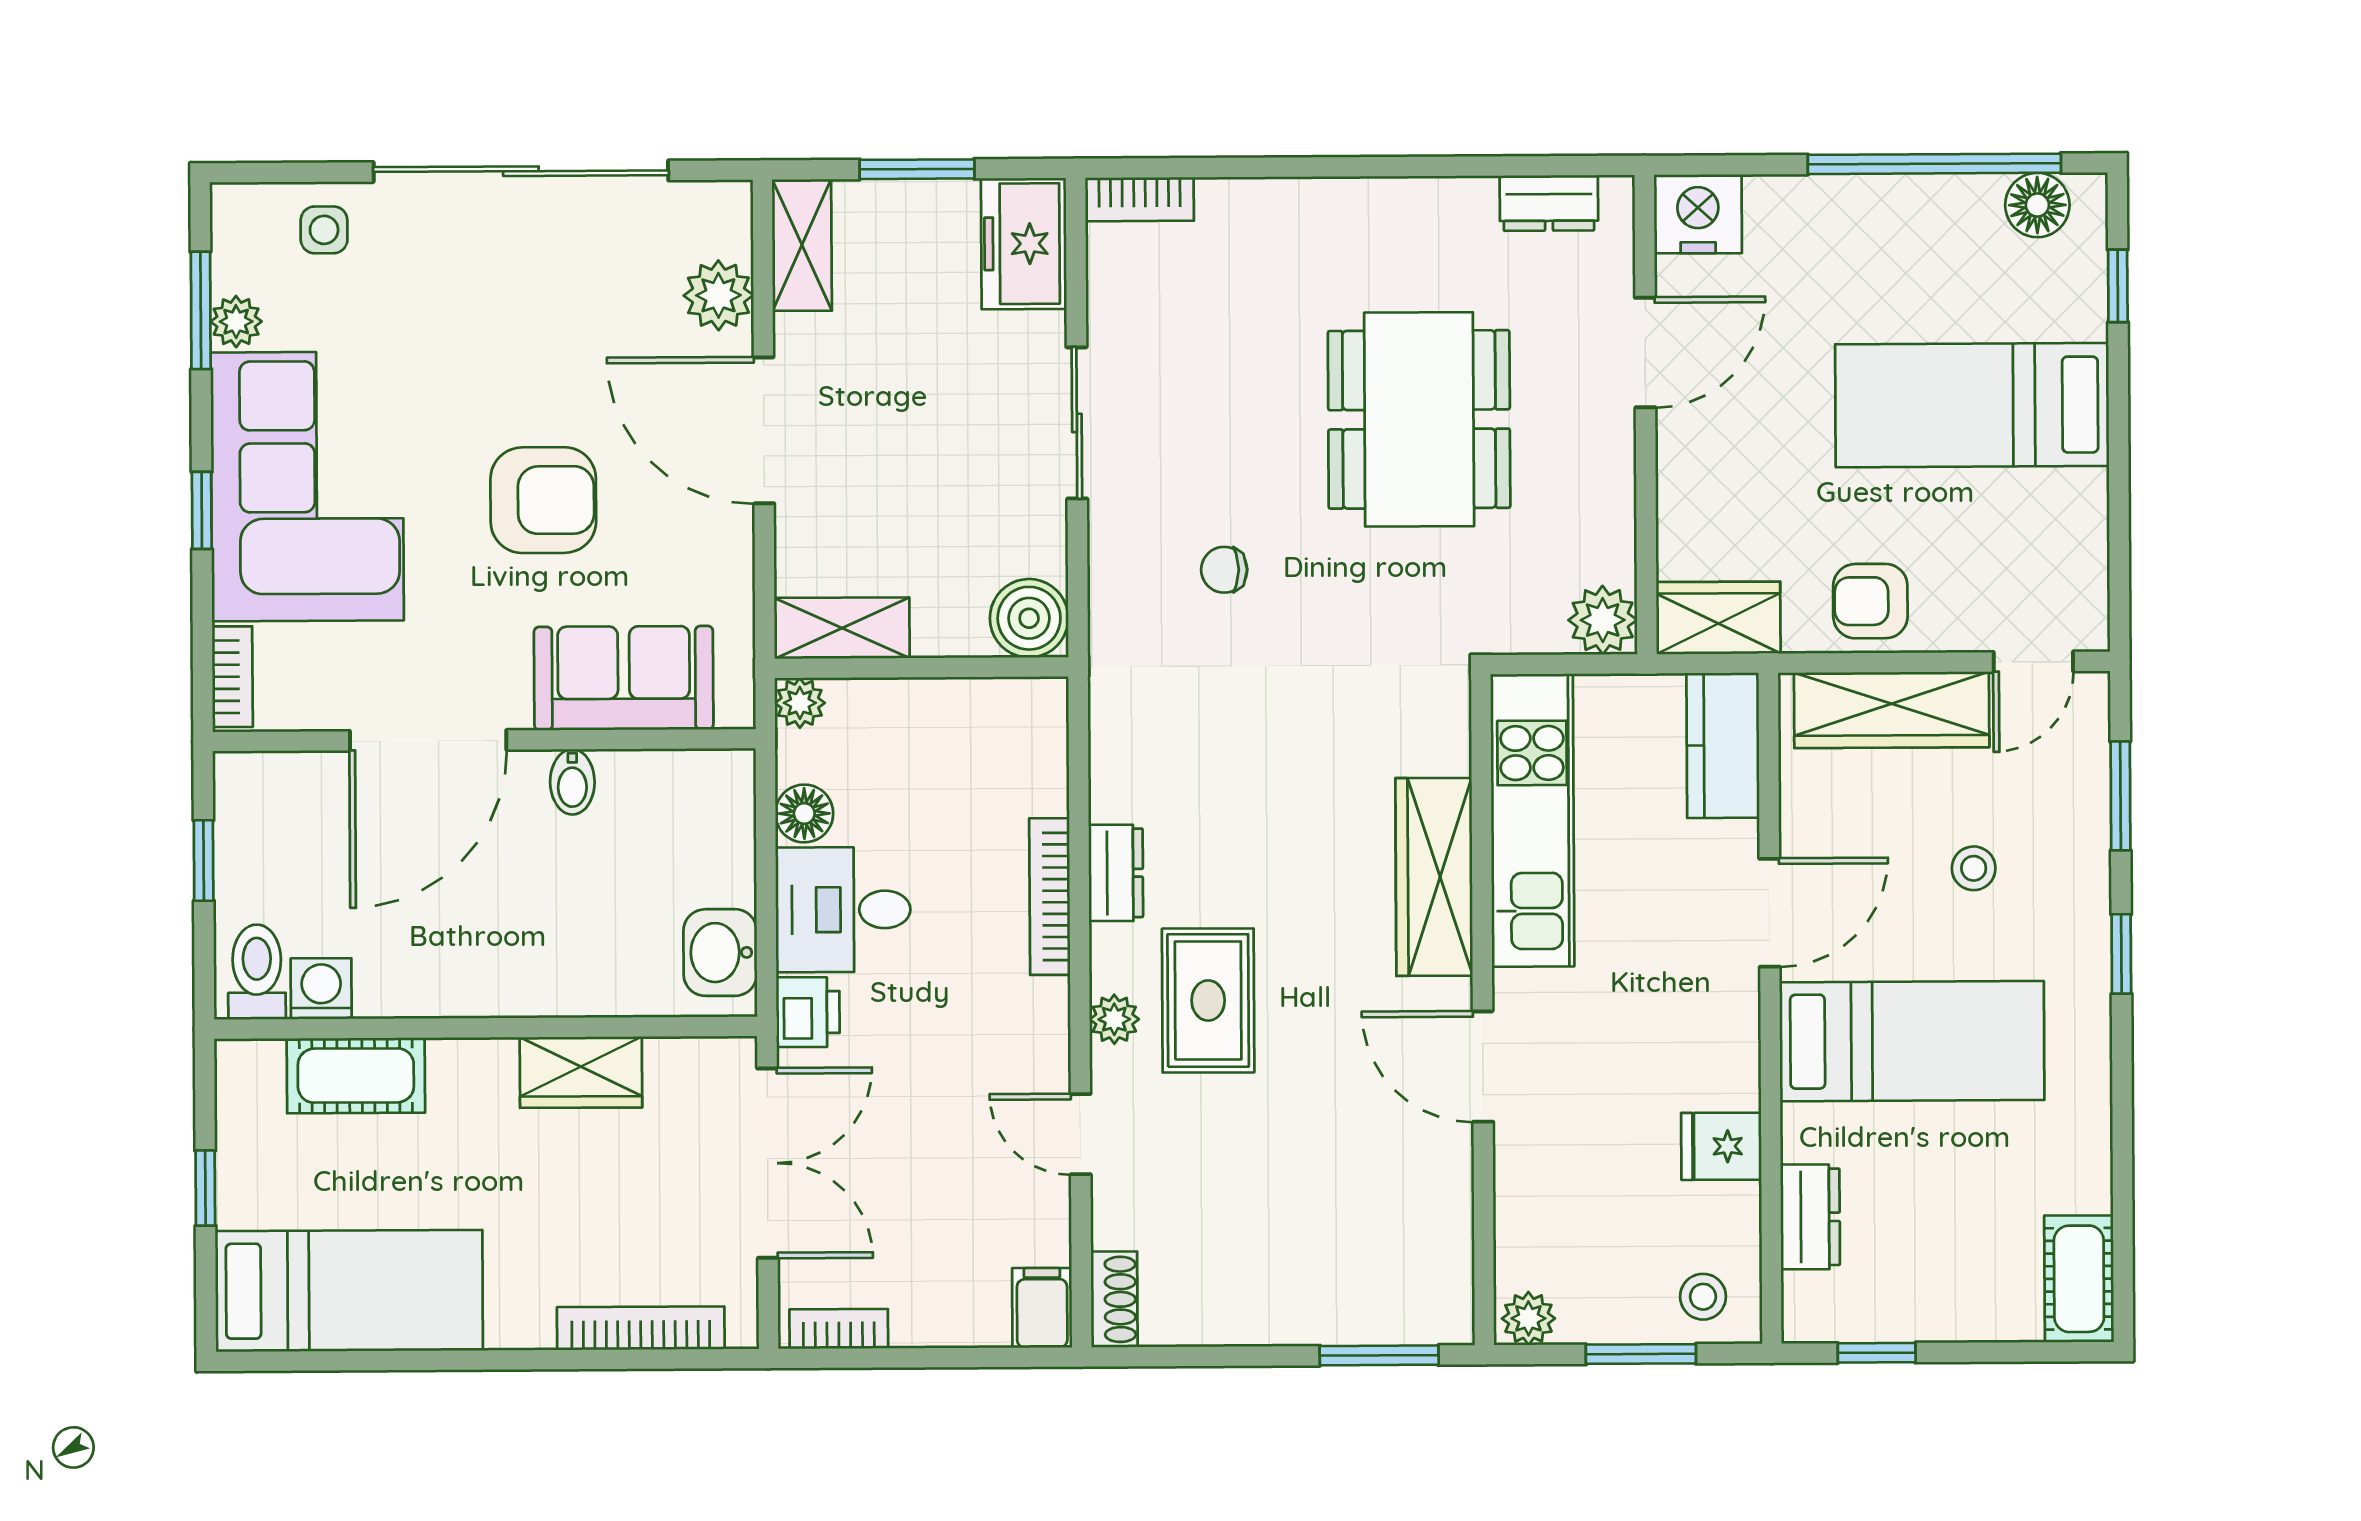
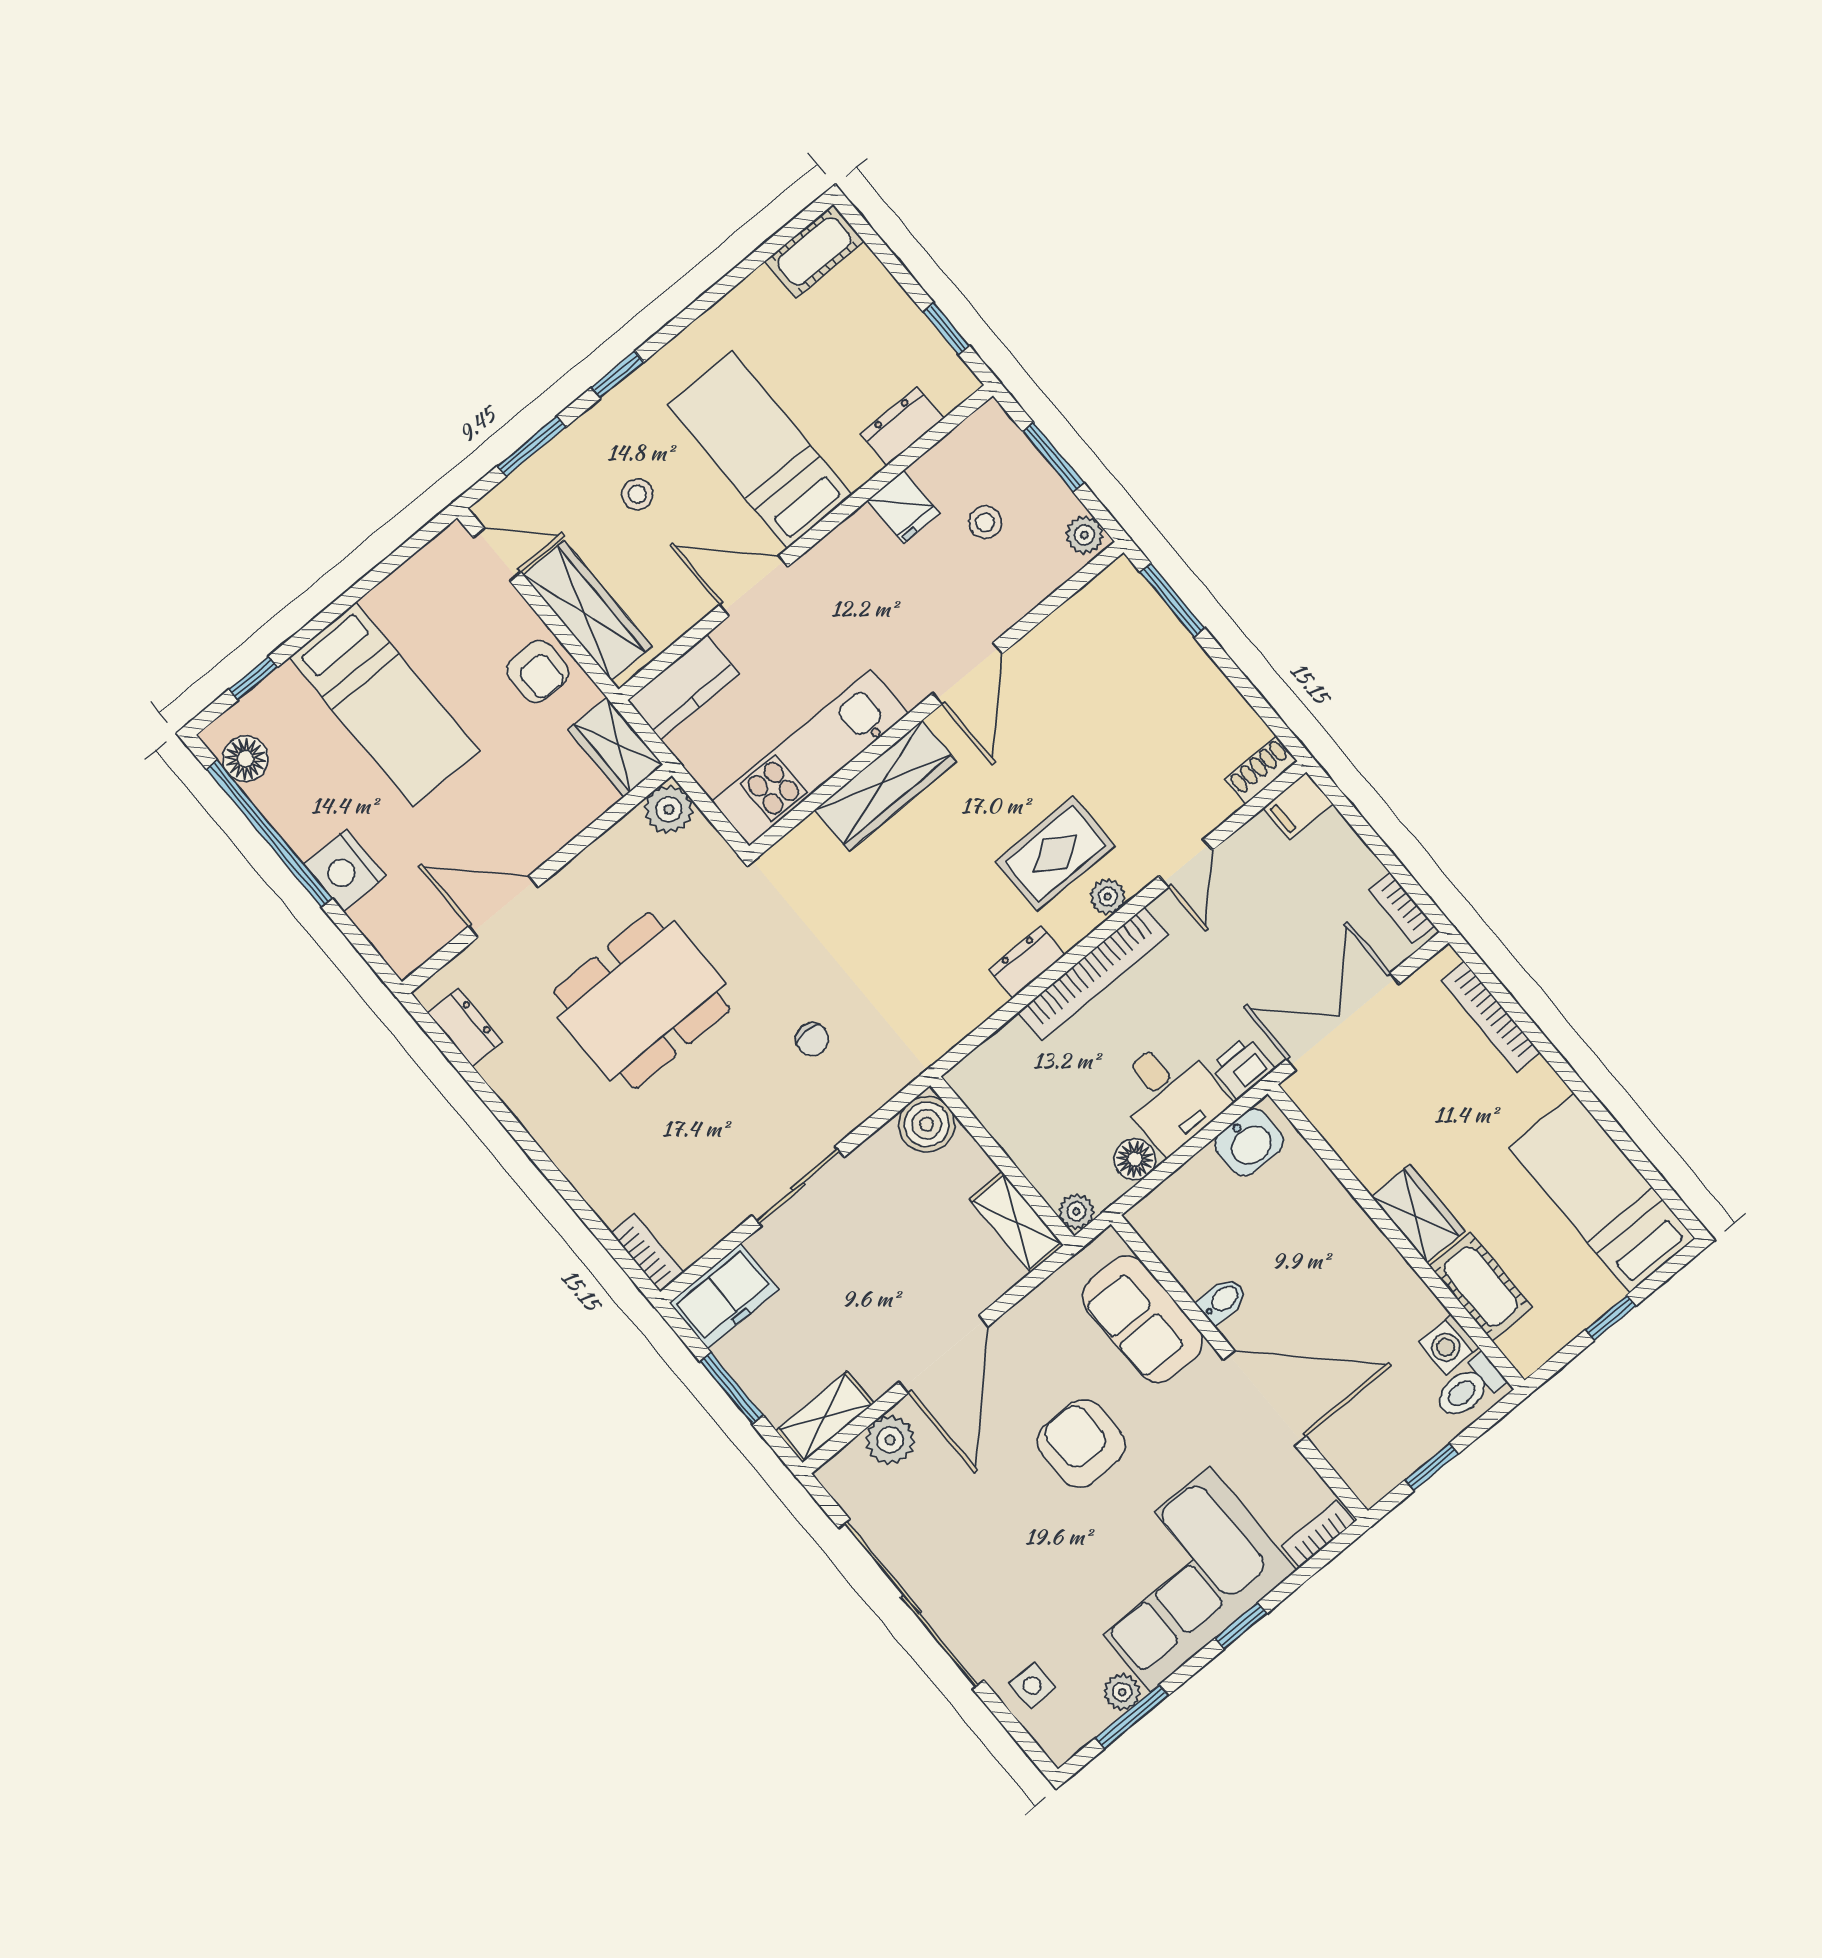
nightstand: (1698, 214) -> (345, 870), moved
bookcase: (1050, 897) -> (1093, 974), width x1.48, depth x1.31
wardrobe: (581, 1072) -> (1418, 1214), moved
stool: (1703, 1297) -> (985, 522), moved

